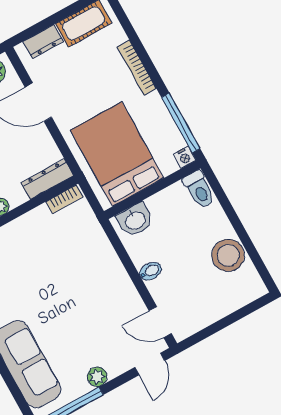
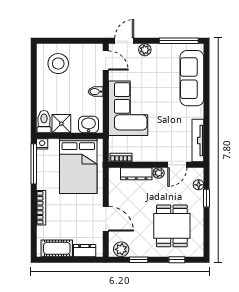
dresser: (47, 179) -> (136, 174), moved
shower: (173, 200) -> (61, 124), added
stool: (228, 255) -> (58, 64), moved
corner sofa: (92, 273) -> (128, 108), added
plant: (97, 377) -> (145, 50), moved

